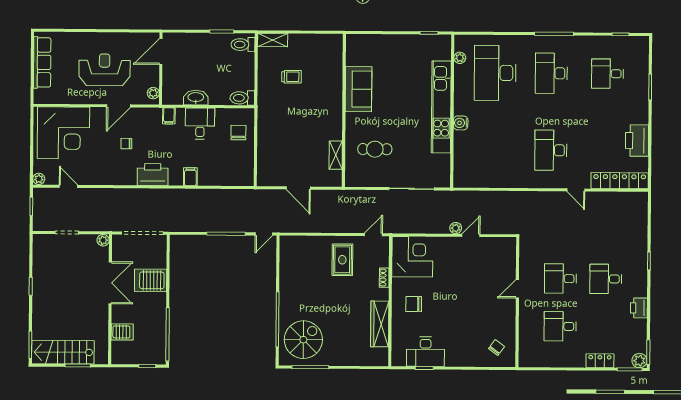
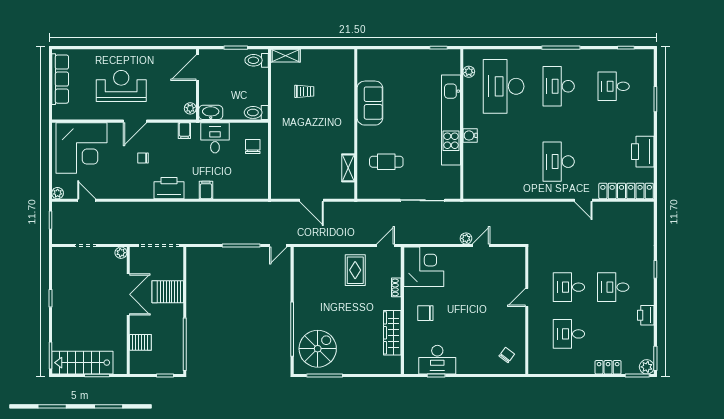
door: (161, 52) -> (197, 68), moved
wall: (161, 69) -> (197, 84), moved
plant: (153, 93) -> (190, 108), moved

